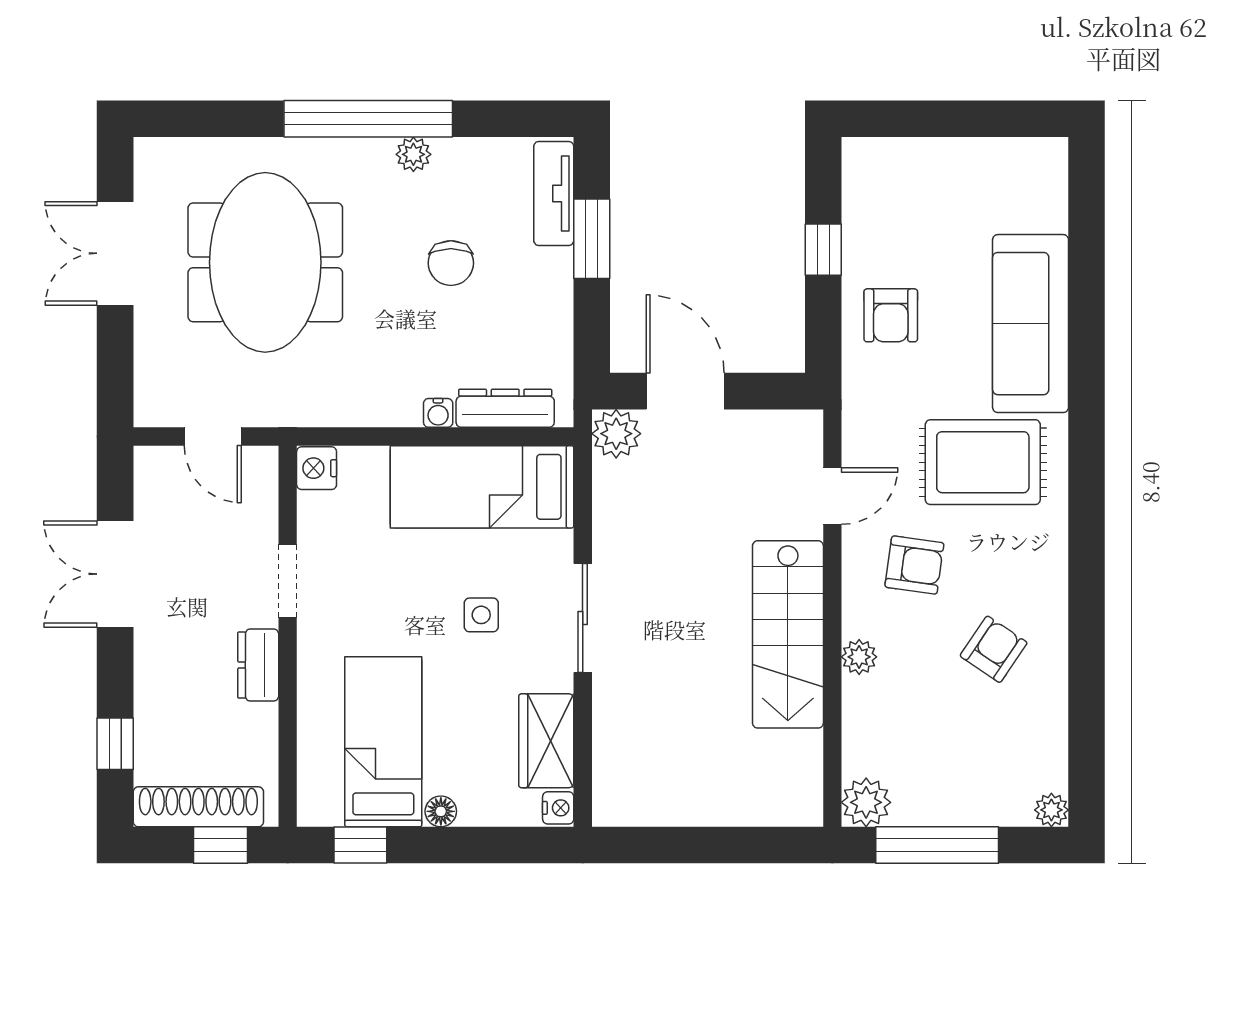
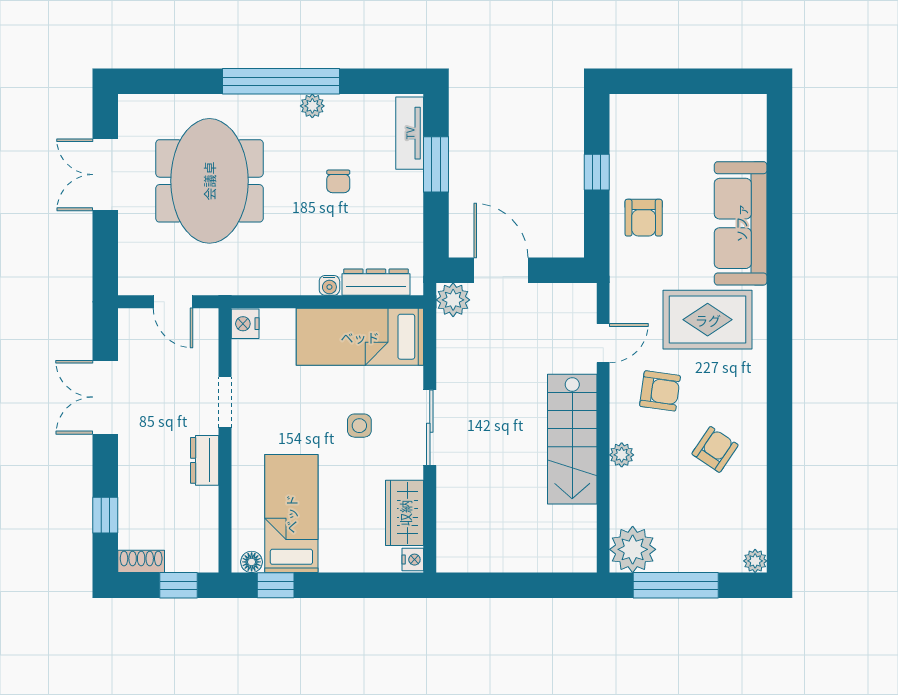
chair: (451, 263) -> (338, 181), width x0.73, depth x0.73
plant: (866, 802) -> (633, 549), width x1.36, depth x1.36
shoe rack: (198, 807) -> (141, 561), width x0.51, depth x0.81
floor lamp: (441, 811) -> (252, 562), moved

